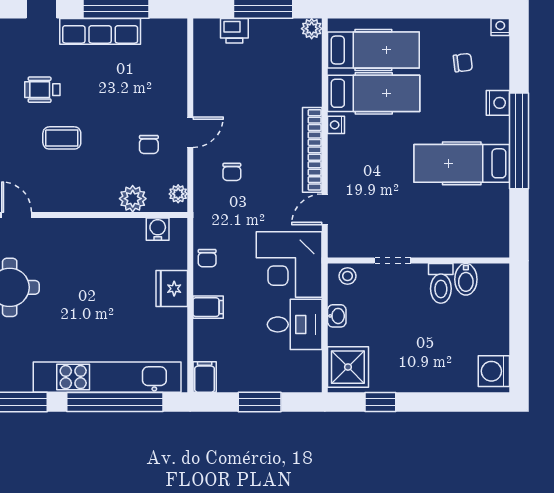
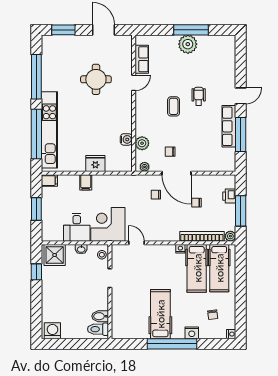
door: (190, 132) -> (177, 173), width x1.87
bookcase: (312, 150) -> (202, 236), moved
water cooler: (158, 229) -> (126, 139), moved
chair: (207, 258) -> (196, 203), moved
toilet: (441, 283) -> (98, 329), moved

